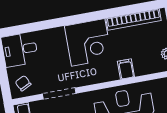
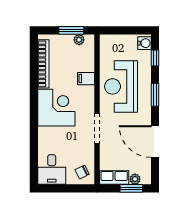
doorway: (59, 94) -> (97, 128), moved

